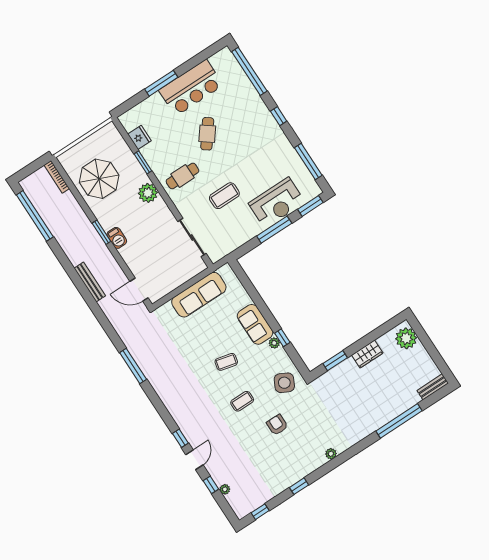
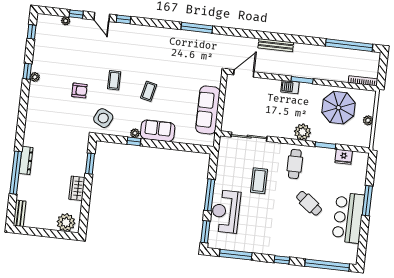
plant: (88, 143) -> (368, 120), added
dresser: (380, 421) -> (26, 160), added
plant: (331, 454) -> (35, 77), moved

